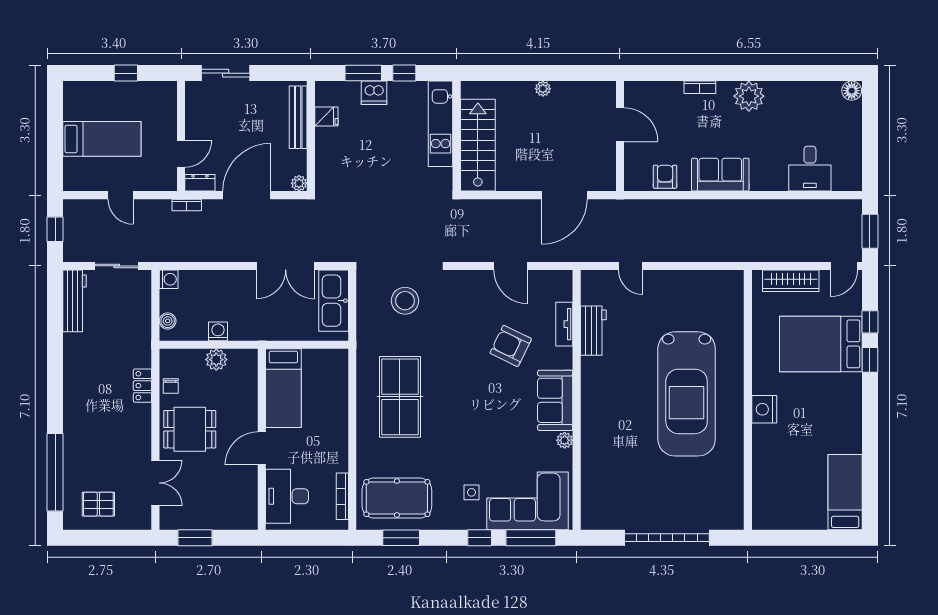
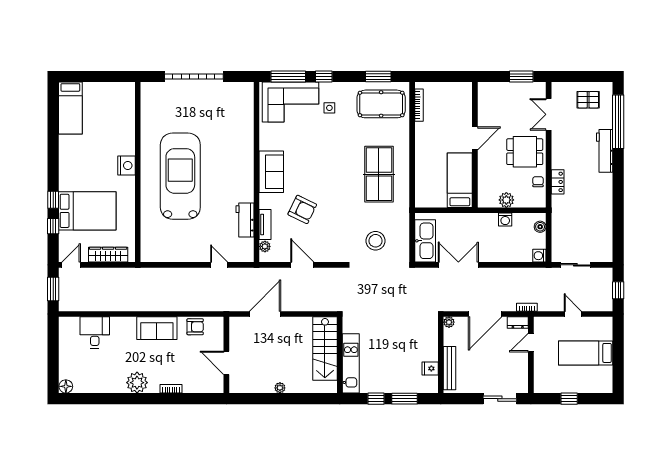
dishwasher: (374, 93) -> (397, 385), removed
armchair: (665, 177) -> (195, 327), turned -90
workbench: (75, 301) -> (605, 151), moved
plant: (565, 440) -> (265, 246), moved
desk: (287, 496) -> (457, 105), removed

